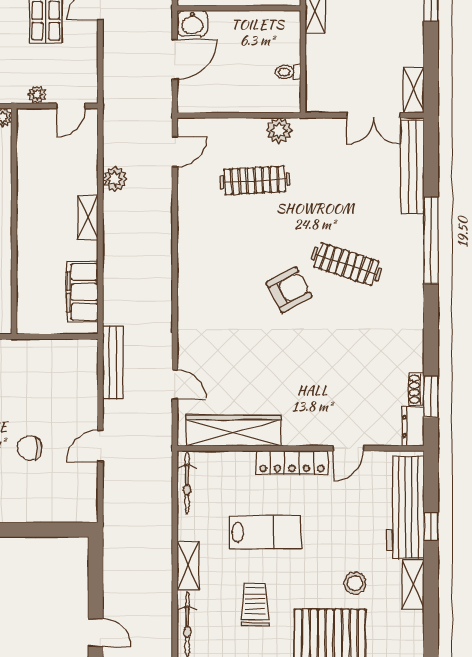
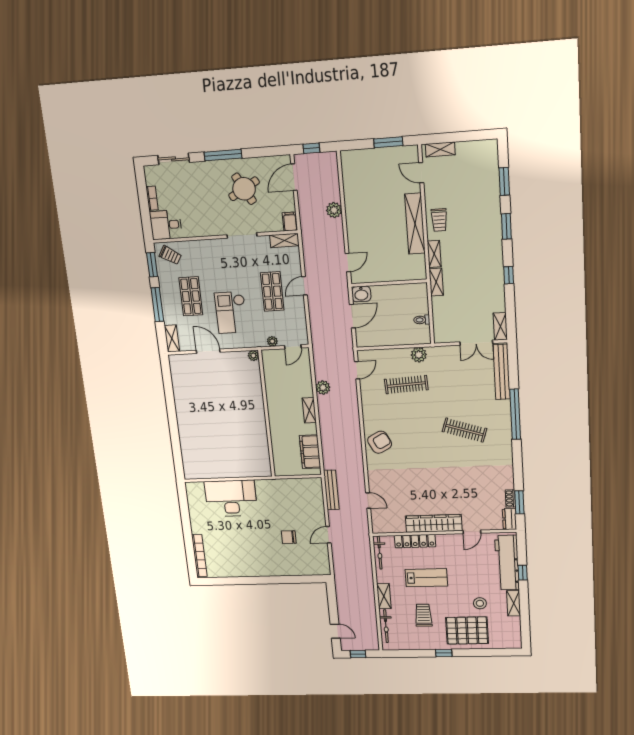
armchair: (289, 290) -> (380, 442), moved
wardrobe: (234, 430) -> (434, 523), moved
locker: (292, 462) -> (415, 541), moved

